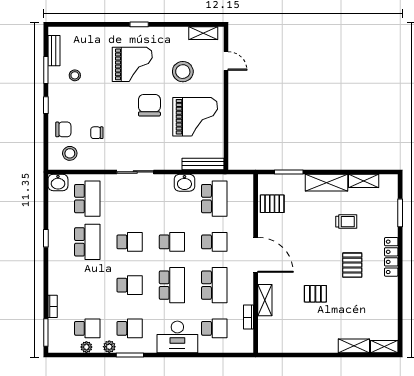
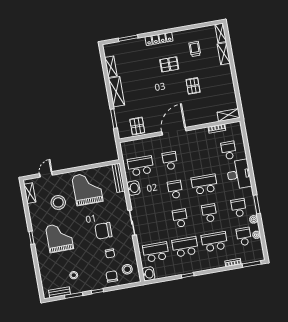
chair: (149, 105) -> (103, 231), moved
trolley: (346, 222) -> (195, 49), moved
school desk: (214, 285) -> (215, 242), moved
shelving: (265, 300) -> (229, 115), moved

